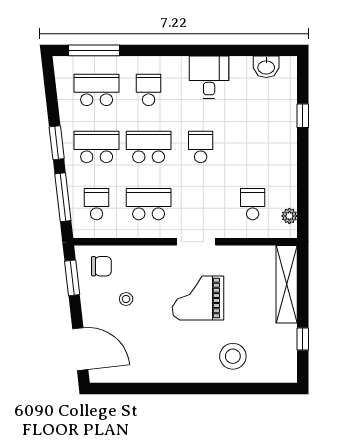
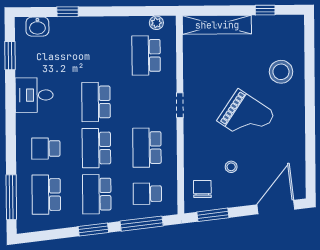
window: (254, 50) -> (10, 56), added
washbasin: (266, 67) -> (37, 27), moved, turned 90
school desk: (201, 147) -> (96, 102), width x1.85
school desk: (253, 204) -> (146, 55), width x1.85
doorway: (196, 242) -> (180, 105), width x0.73
grand piano: (198, 298) -> (246, 117), moved, turned -56

